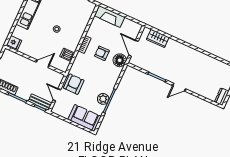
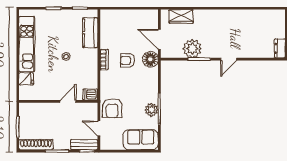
fireplace: (110, 16) -> (118, 16), removed
kitchen counter: (83, 19) -> (90, 33), added
fridge: (14, 43) -> (26, 79), moved
dishwasher: (67, 55) -> (90, 95), moved
plant: (155, 67) -> (192, 49), added
armchair: (74, 84) -> (112, 108), turned 180

